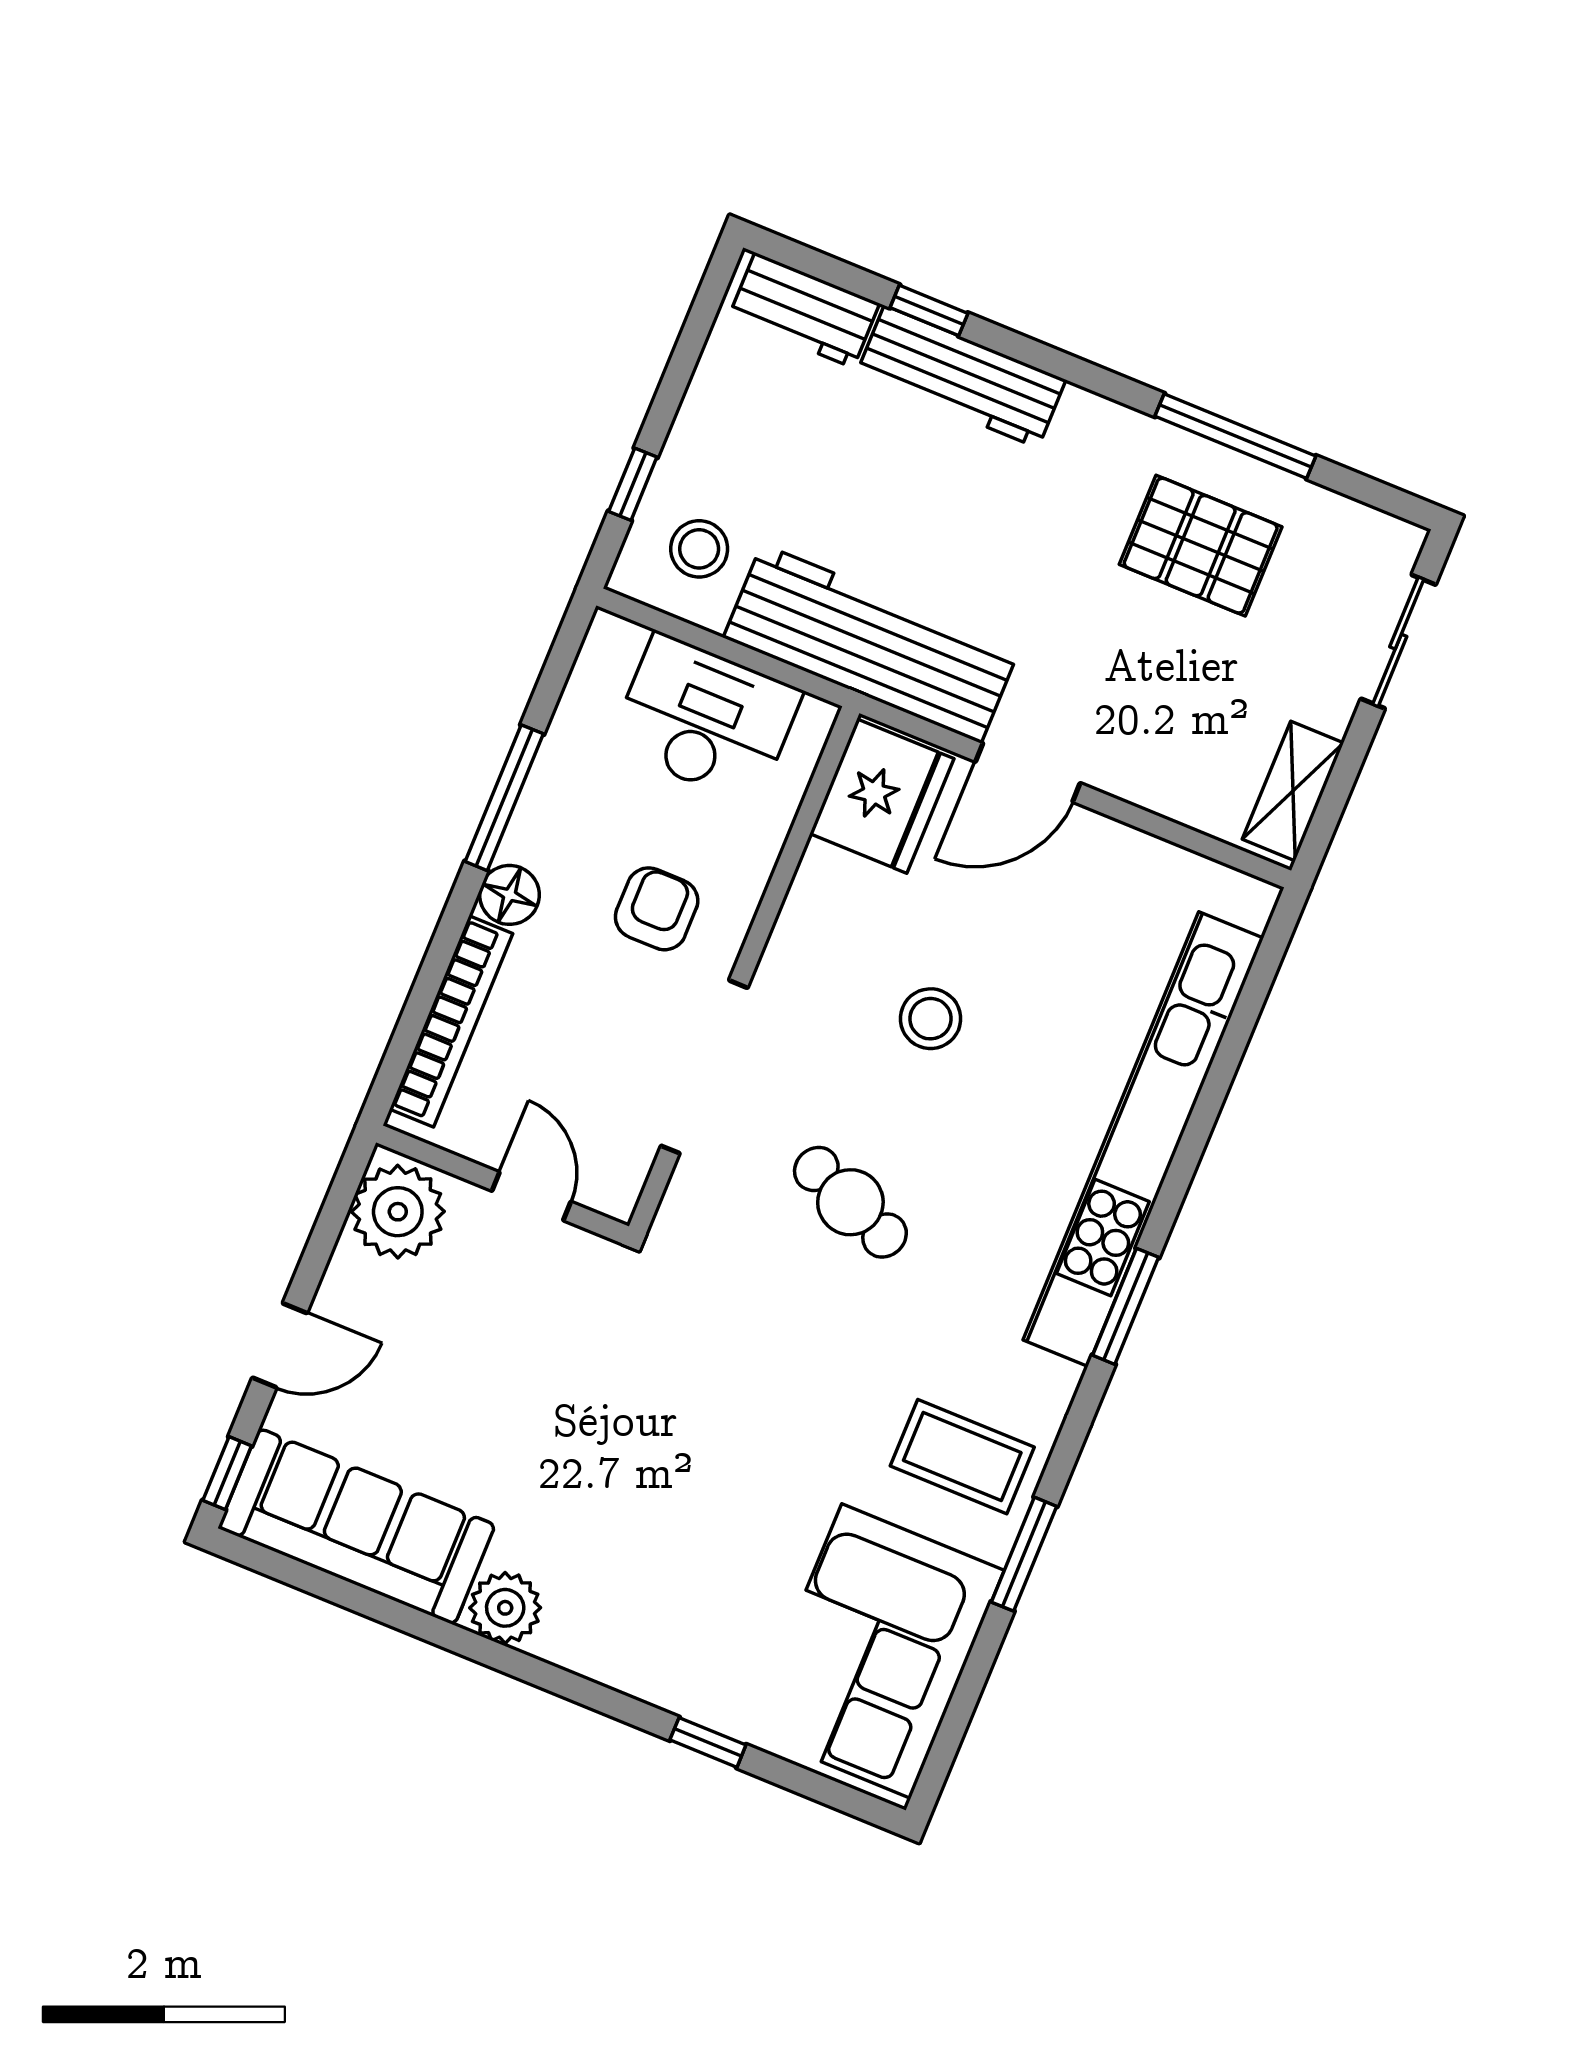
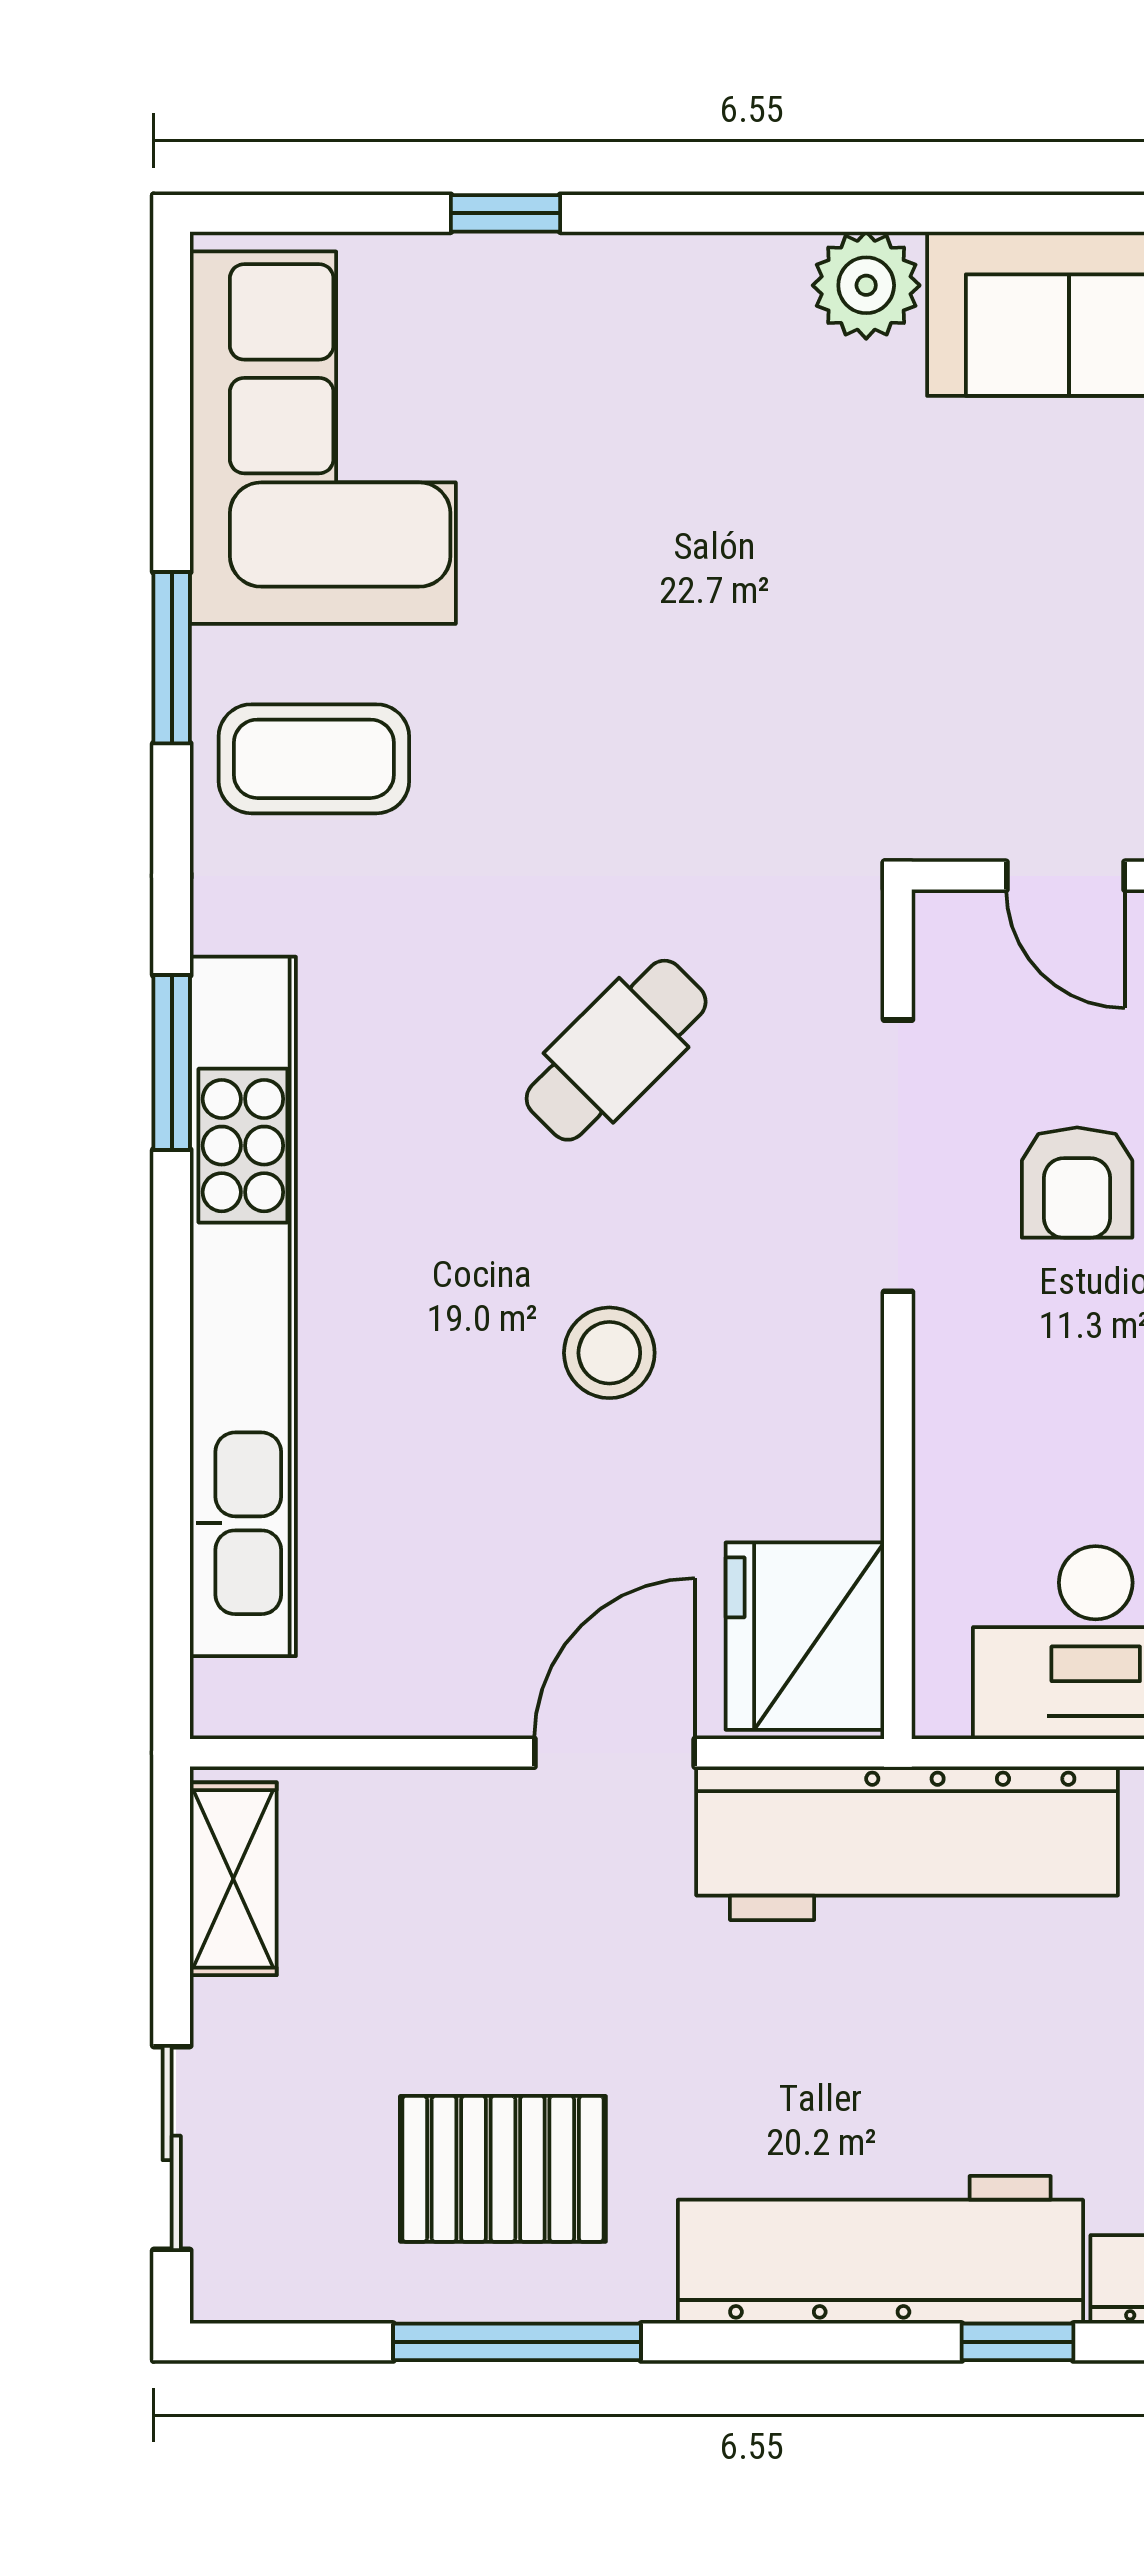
workbench: (961, 377) -> (880, 2250), width x1.36, depth x1.32
armchair: (657, 909) -> (1077, 1183), moved
cafe table: (850, 1202) -> (616, 1050), turned -67

